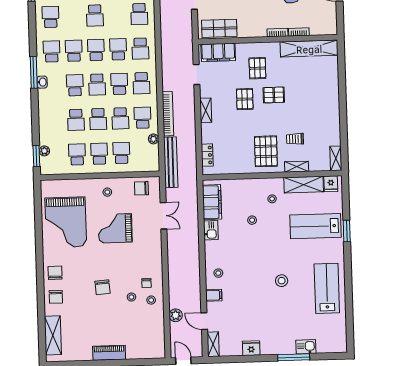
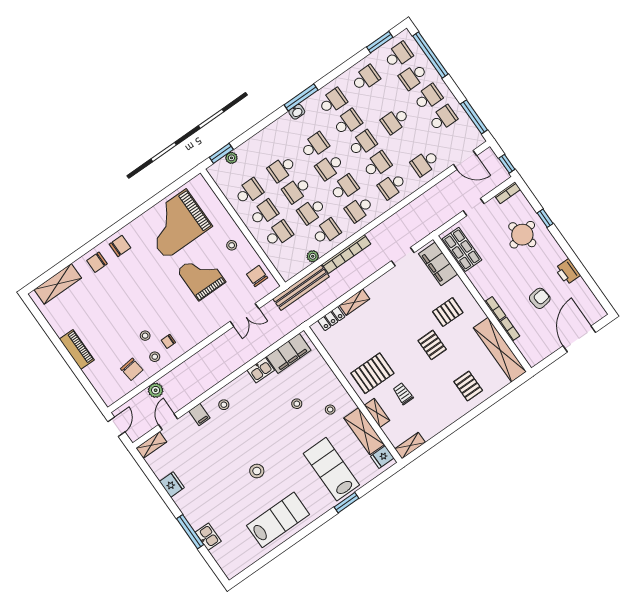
pallet: (245, 99) -> (468, 386), moved, turned 90
shelving: (206, 110) -> (354, 302), moved
chair: (102, 287) -> (132, 369), moved, turned -93

